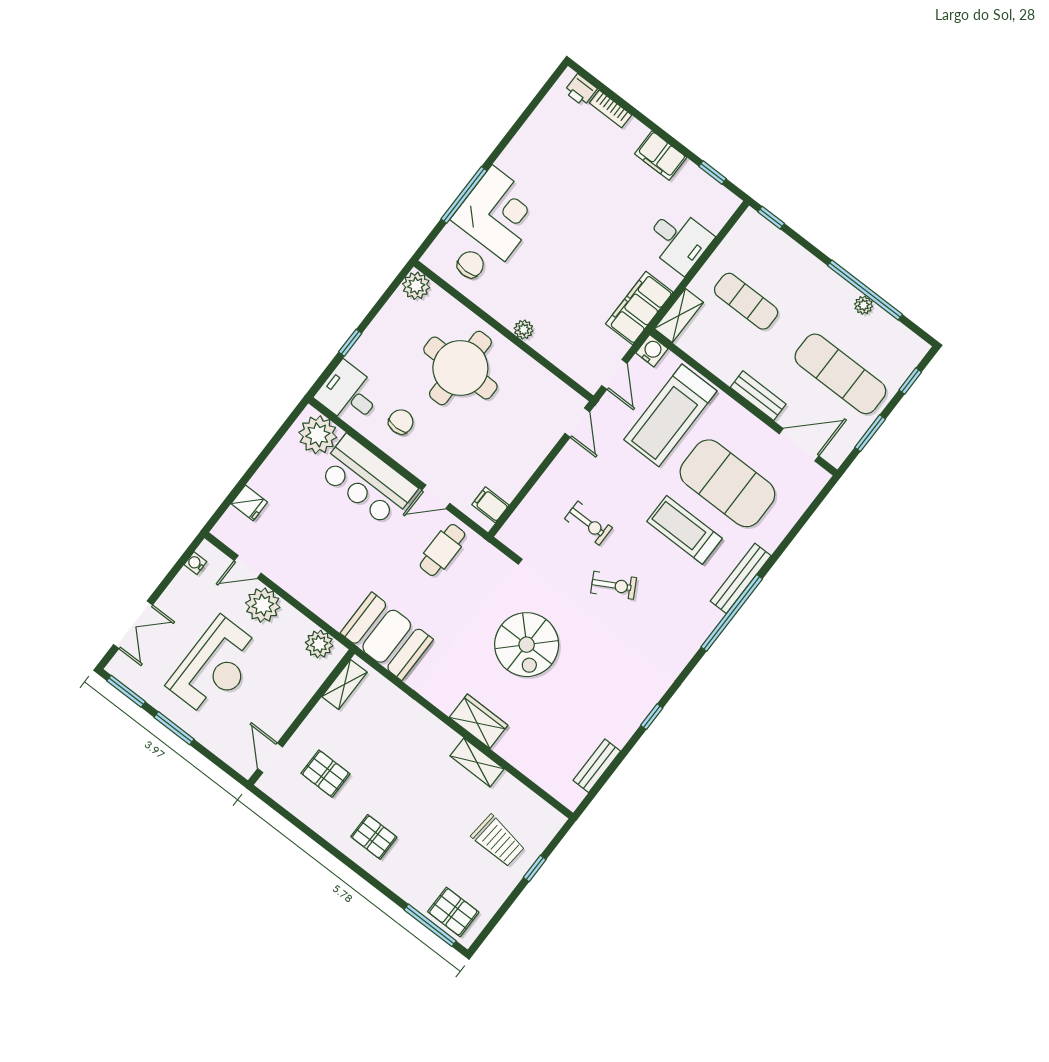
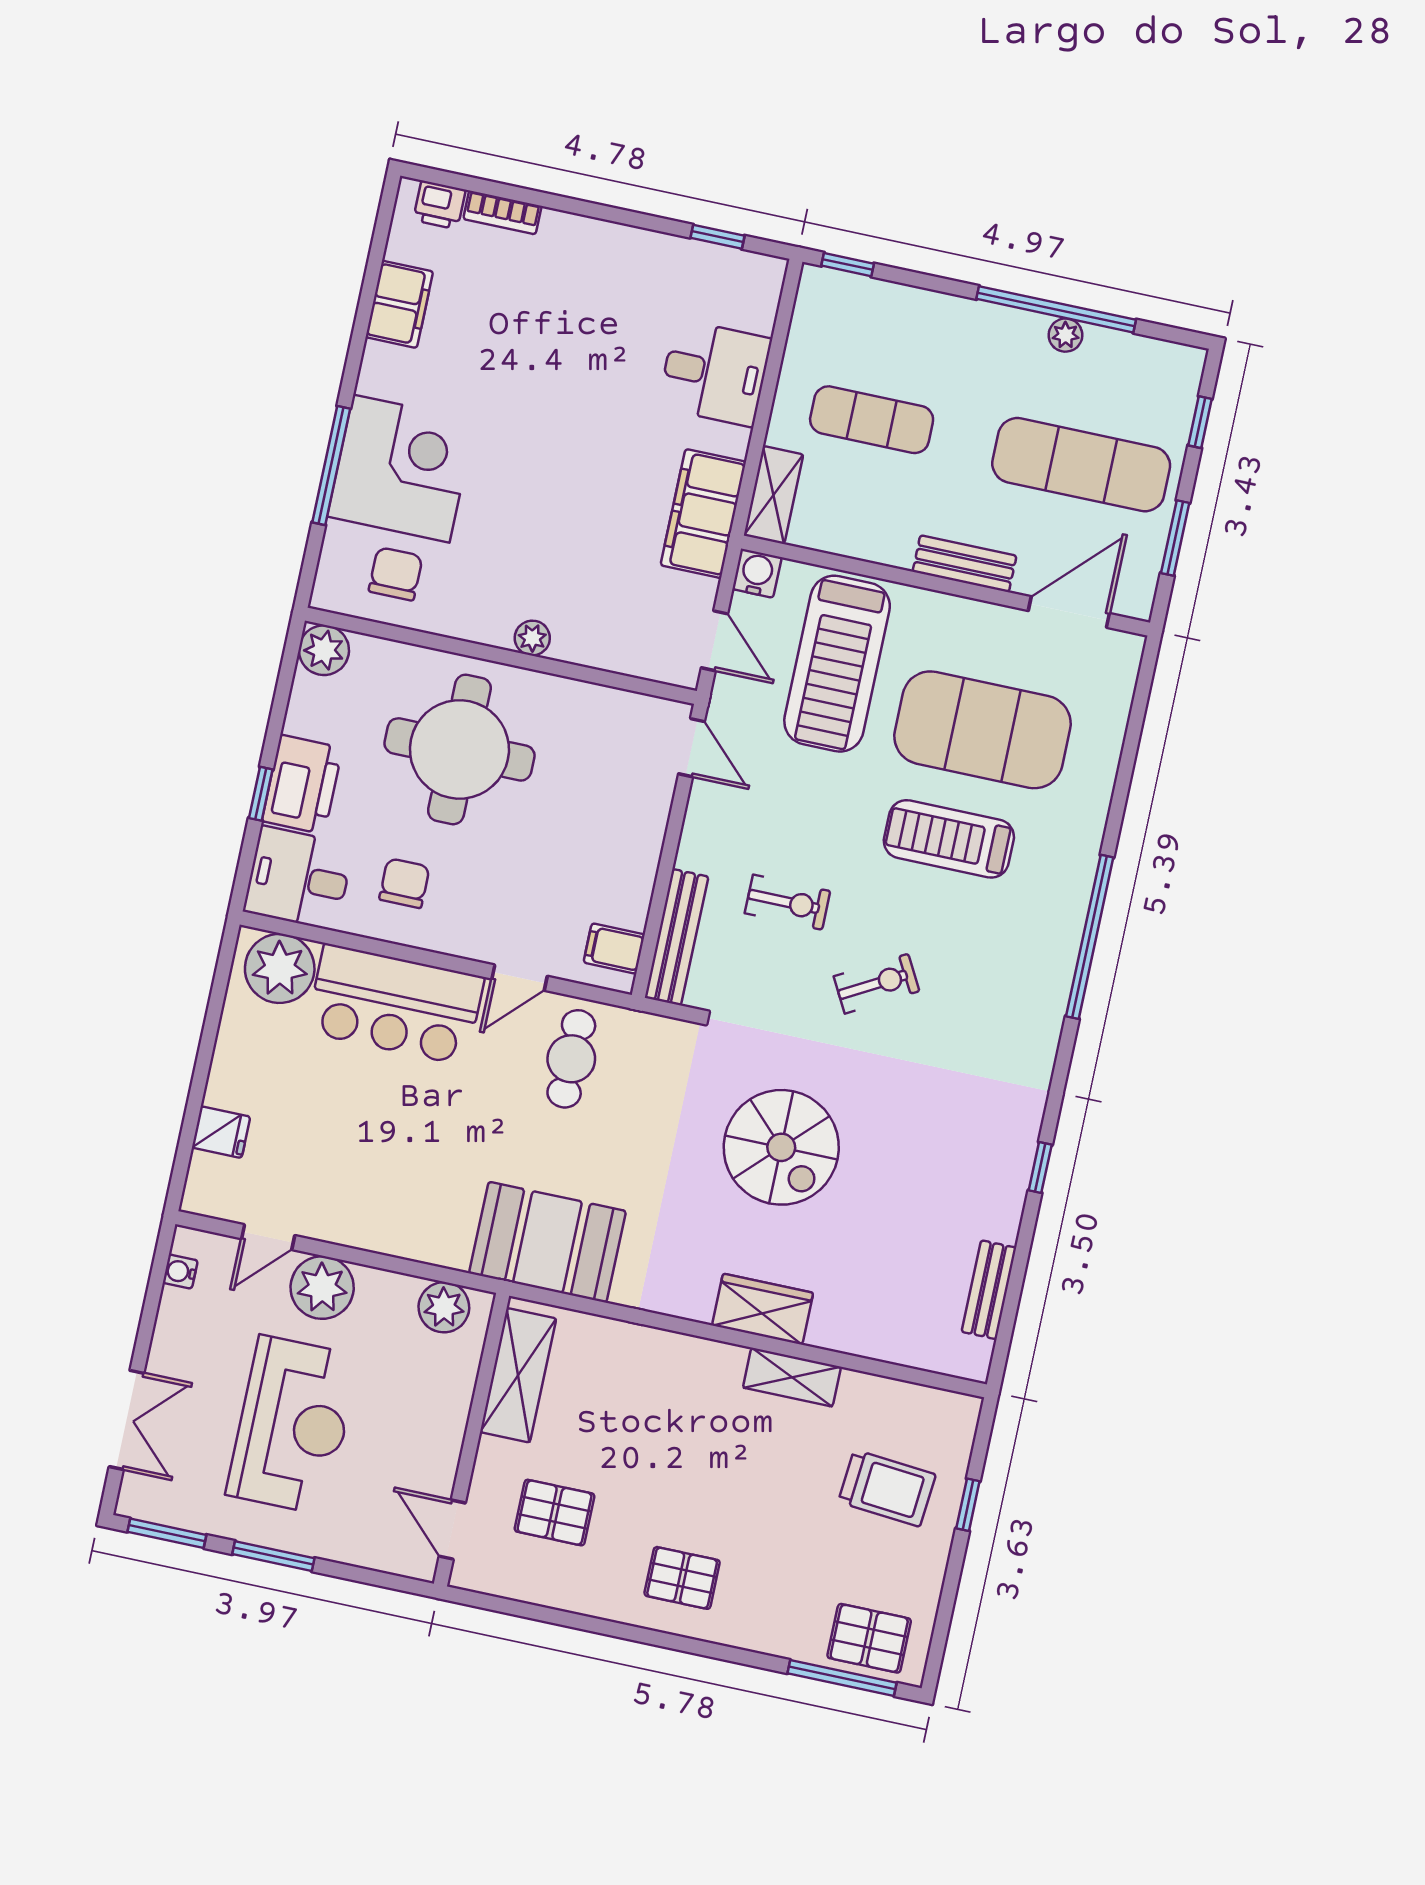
filing cabinet: (661, 156) -> (399, 304), moved, turned -90
printer: (373, 348) -> (302, 784), added
bench: (741, 578) -> (677, 937), moved
shelving: (344, 684) -> (518, 1375), width x1.50, depth x1.33

